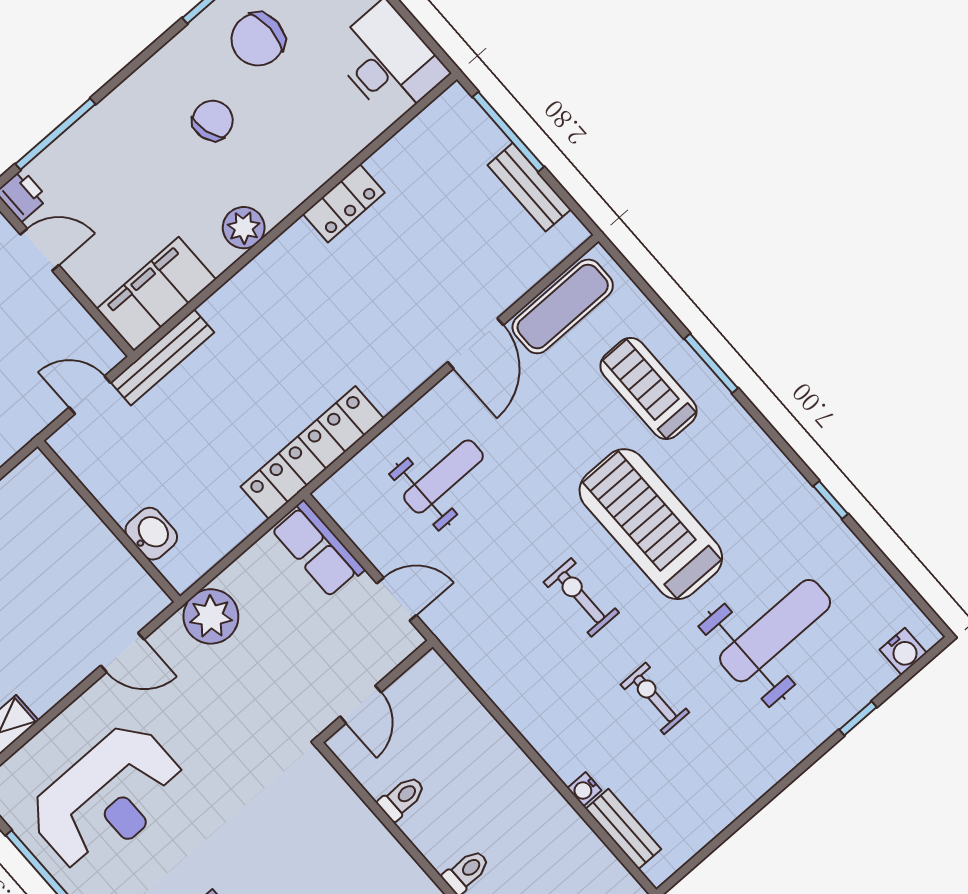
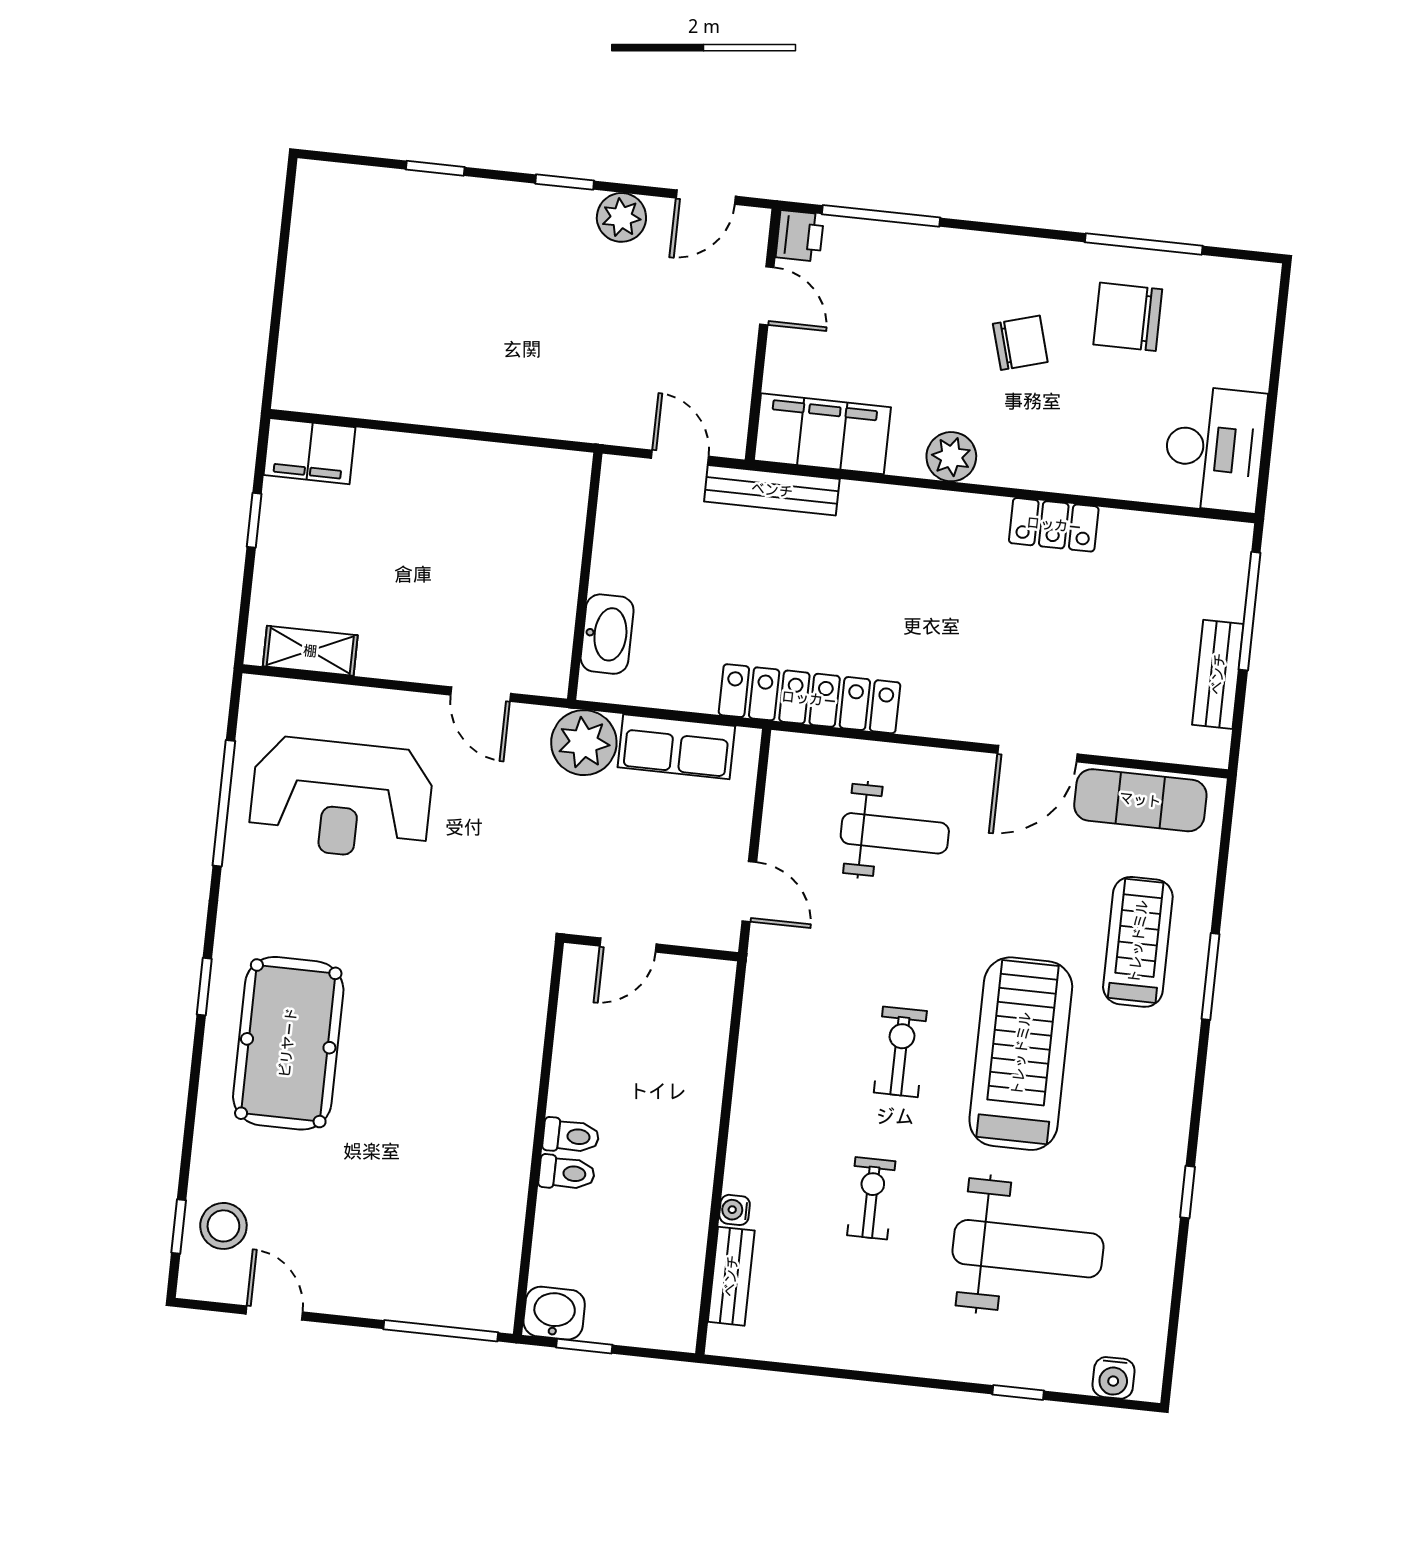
washbasin: (151, 534) -> (607, 634), width x1.38
row of seats: (318, 549) -> (676, 747), moved, turned -90
toilet: (402, 798) -> (571, 1136), moved

